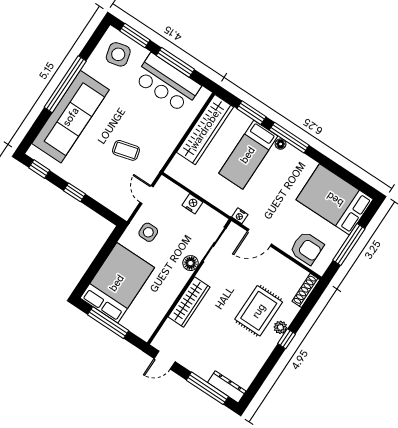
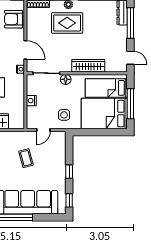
armchair: (307, 248) -> (14, 19), turned -90
bed: (147, 306) -> (106, 88), added

